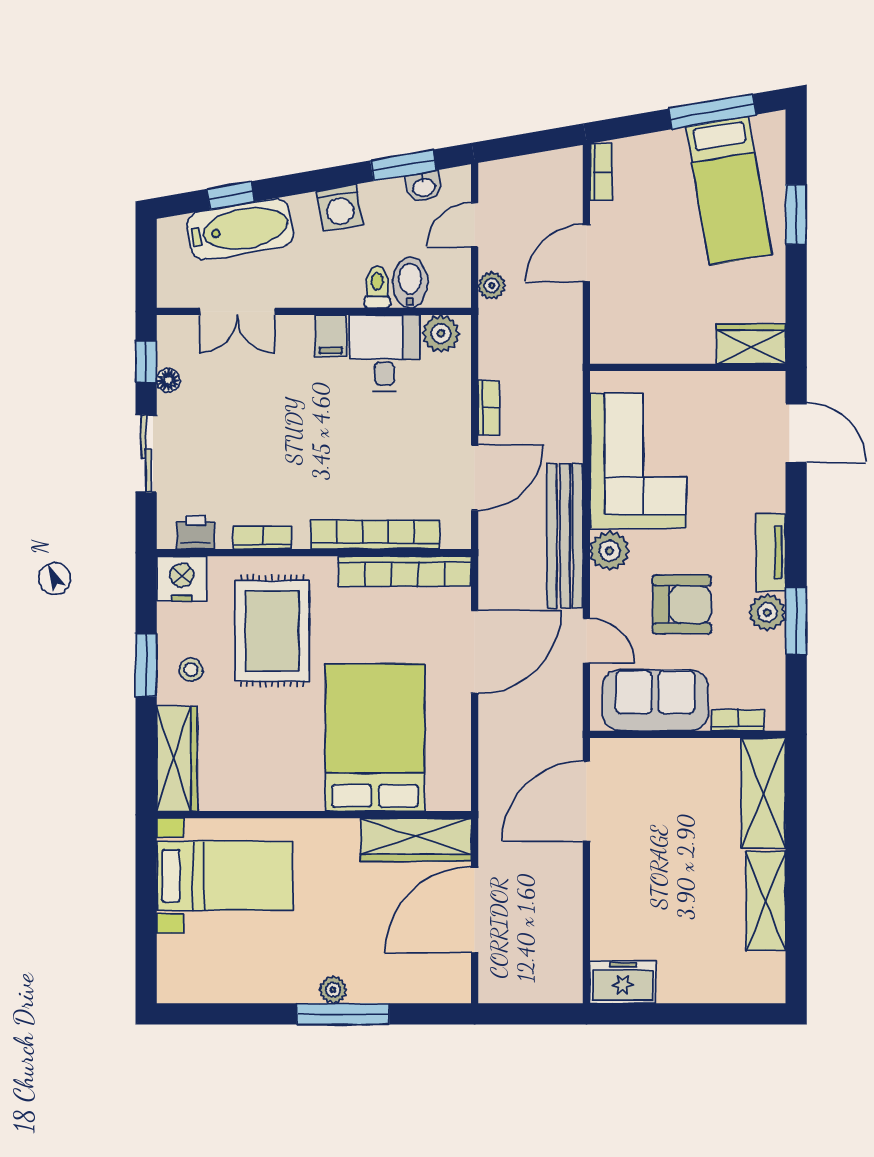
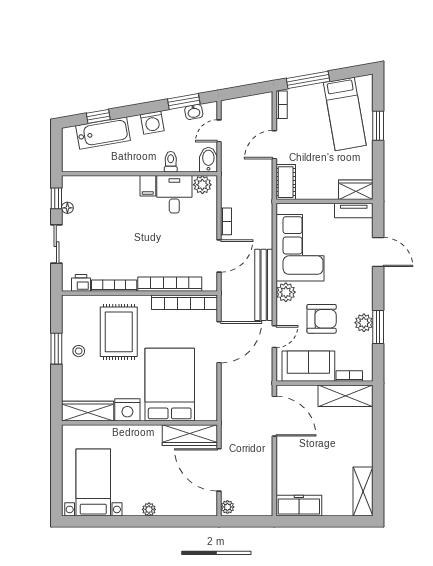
window: (713, 112) -> (308, 80), moved
bidet: (410, 283) -> (208, 160), moved
plant: (492, 286) -> (227, 507), moved
double door: (237, 311) -> (102, 174), removed
cot: (609, 328) -> (286, 182), added
door: (796, 433) -> (378, 252), moved
bookcase: (263, 538) -> (114, 286), width x1.56
tv unit: (771, 552) -> (354, 210), moved, turned -90
nightstand: (182, 579) -> (127, 410), moved, turned 180
door: (586, 641) -> (274, 337), hinge flipped
wardrobe: (177, 759) -> (88, 411), moved, turned -90
shelving: (763, 793) -> (345, 396), moved, turned 90
door: (586, 801) -> (274, 416), swing flipped
bed with nightstands: (225, 876) -> (93, 482), moved, turned -90
shelving: (766, 901) -> (363, 492), moved
door: (475, 910) -> (219, 470), hinge flipped
freezer: (623, 982) -> (299, 506), width x1.40
window: (343, 1014) -> (154, 521), removed

